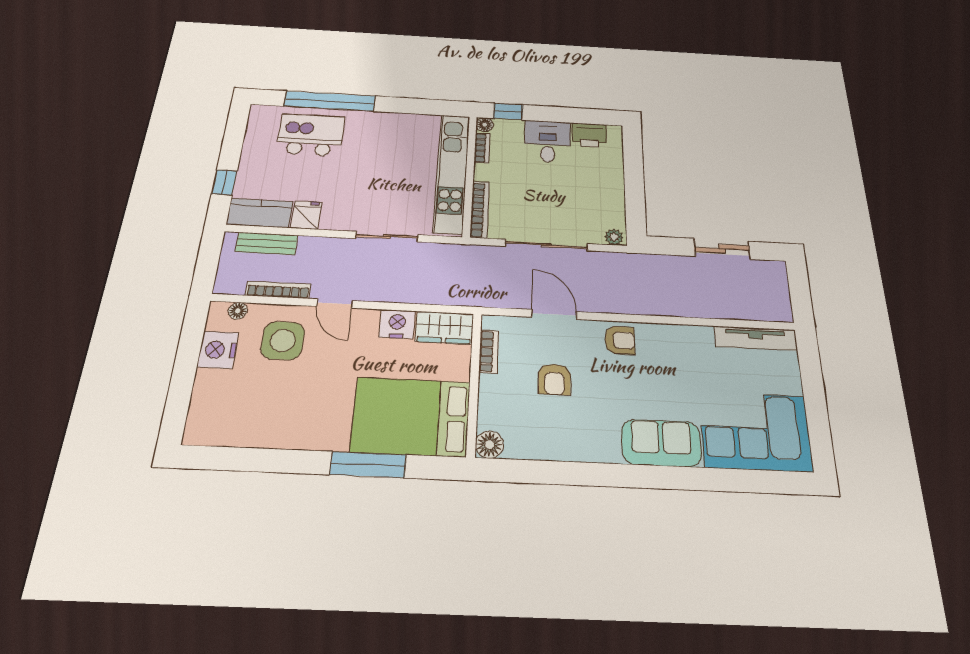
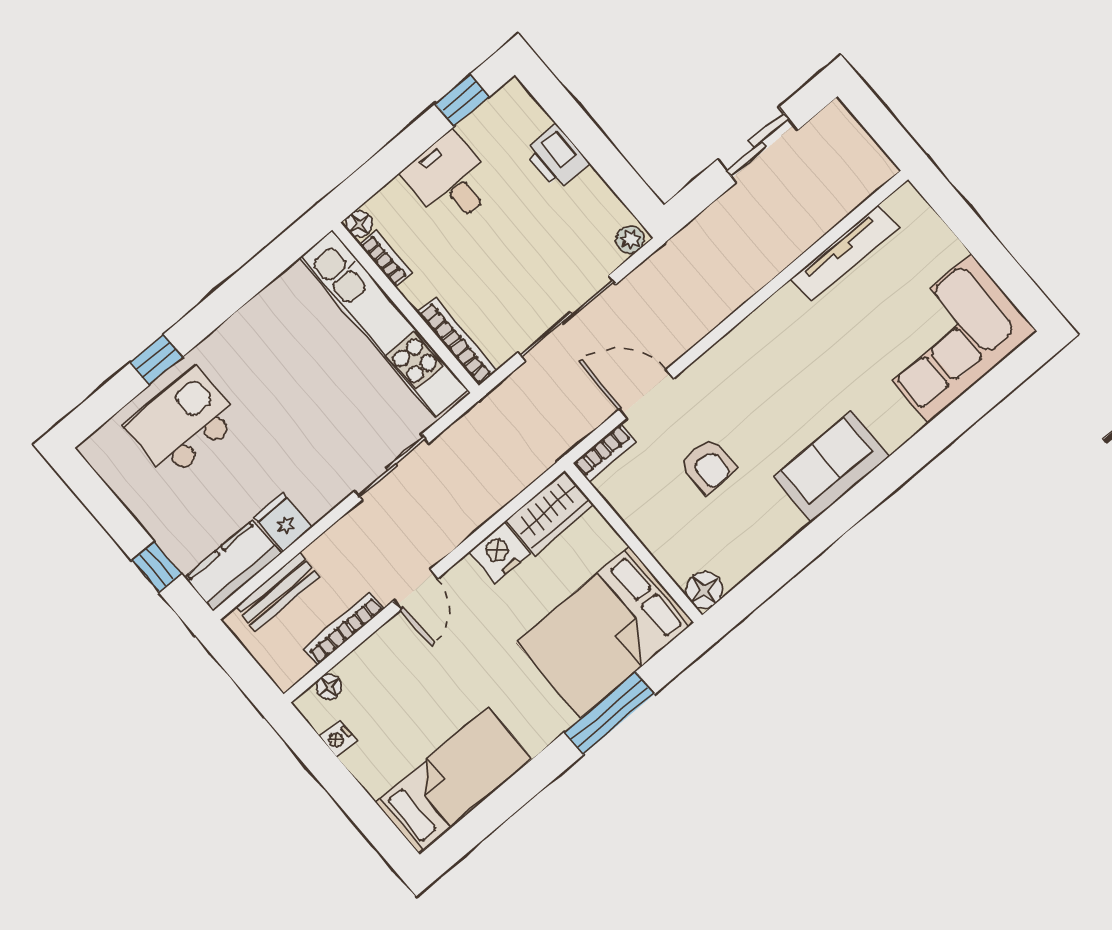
window: (330, 101) -> (156, 359), width x0.32
window: (508, 112) -> (462, 100), moved
printer: (589, 135) -> (556, 157), moved, turned 90
door: (335, 303) -> (415, 590), hinge flipped
tv unit: (756, 338) -> (845, 253), moved
armchair: (620, 340) -> (737, 361), removed
side table: (283, 341) -> (405, 674), removed
nightstand: (218, 350) -> (338, 739), width x0.53, depth x0.56
bookcase: (489, 351) -> (604, 453), moved, turned 90
bed: (245, 420) -> (453, 780), added
sofa: (661, 443) -> (832, 467), moved

